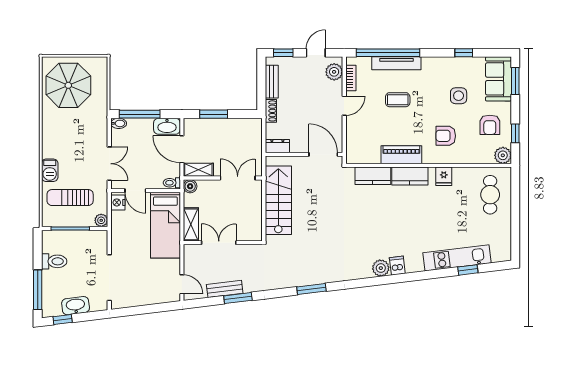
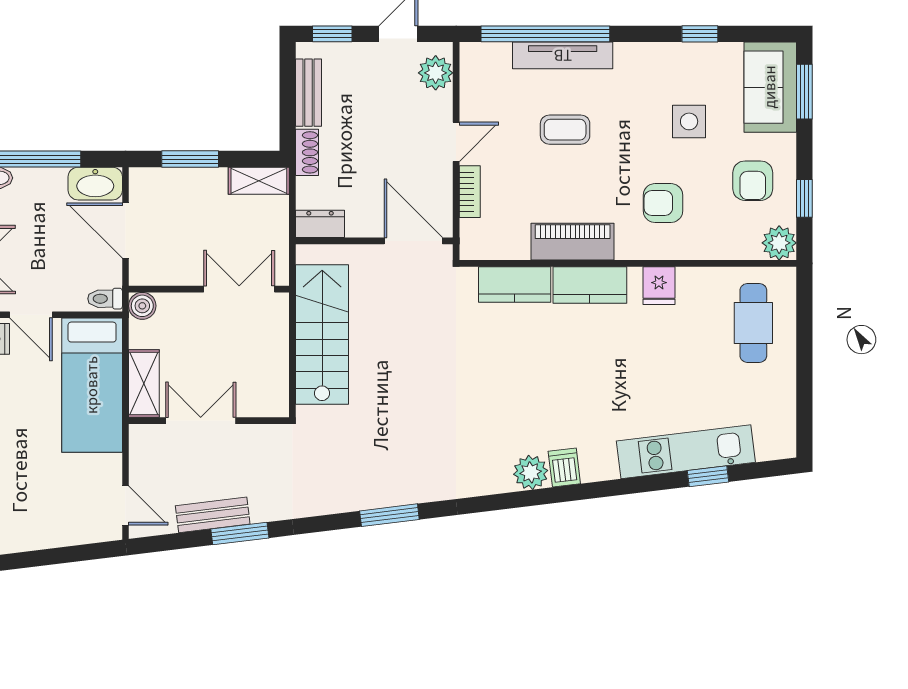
bookcase: (351, 78) -> (470, 192), moved
shelving: (198, 170) -> (259, 181), moved

